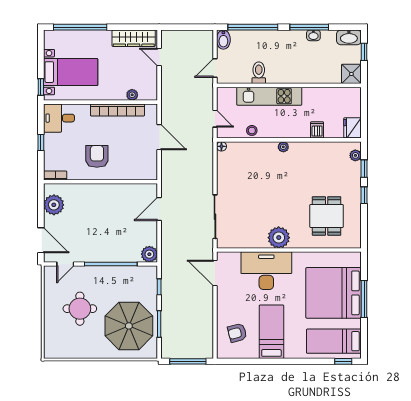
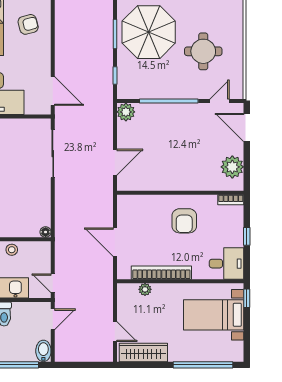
door: (215, 119) -> (53, 283), moved

